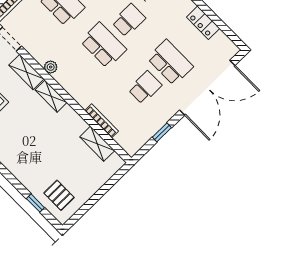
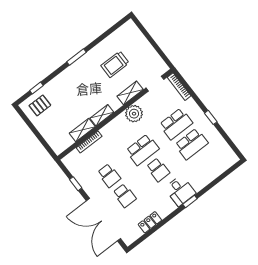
school desk: (170, 62) -> (125, 196), width x0.54
plant: (51, 67) -> (134, 114), width x1.87, depth x1.87
shelving: (51, 96) -> (102, 115), moved
shelving: (97, 144) -> (82, 130), moved

